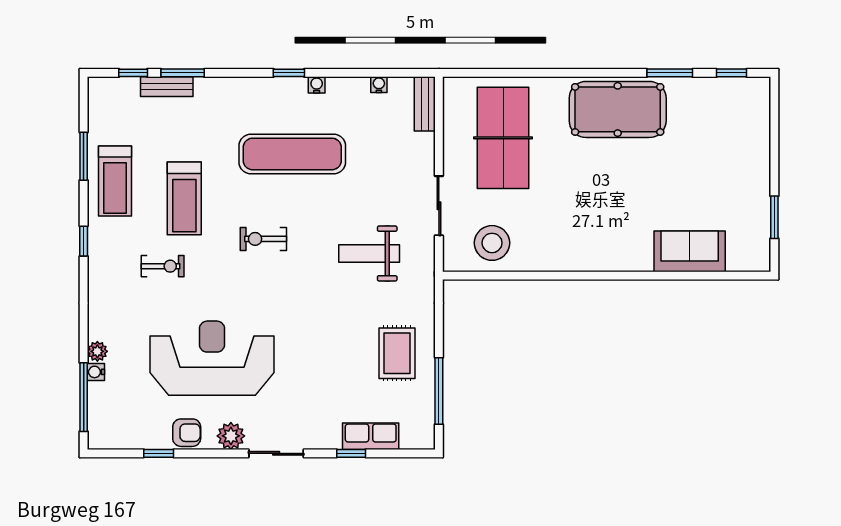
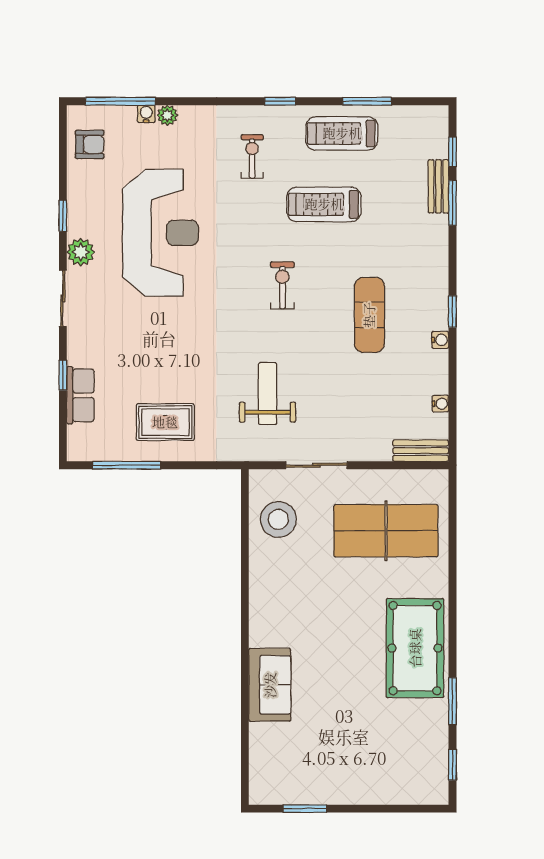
exercise mat: (292, 154) -> (369, 315), width x0.73, depth x0.69
sofa: (690, 251) -> (270, 685), moved
exercise bike: (163, 266) -> (252, 156), moved, turned 180
armchair: (187, 433) -> (90, 144), moved, turned -90
window: (159, 453) -> (63, 216), moved

